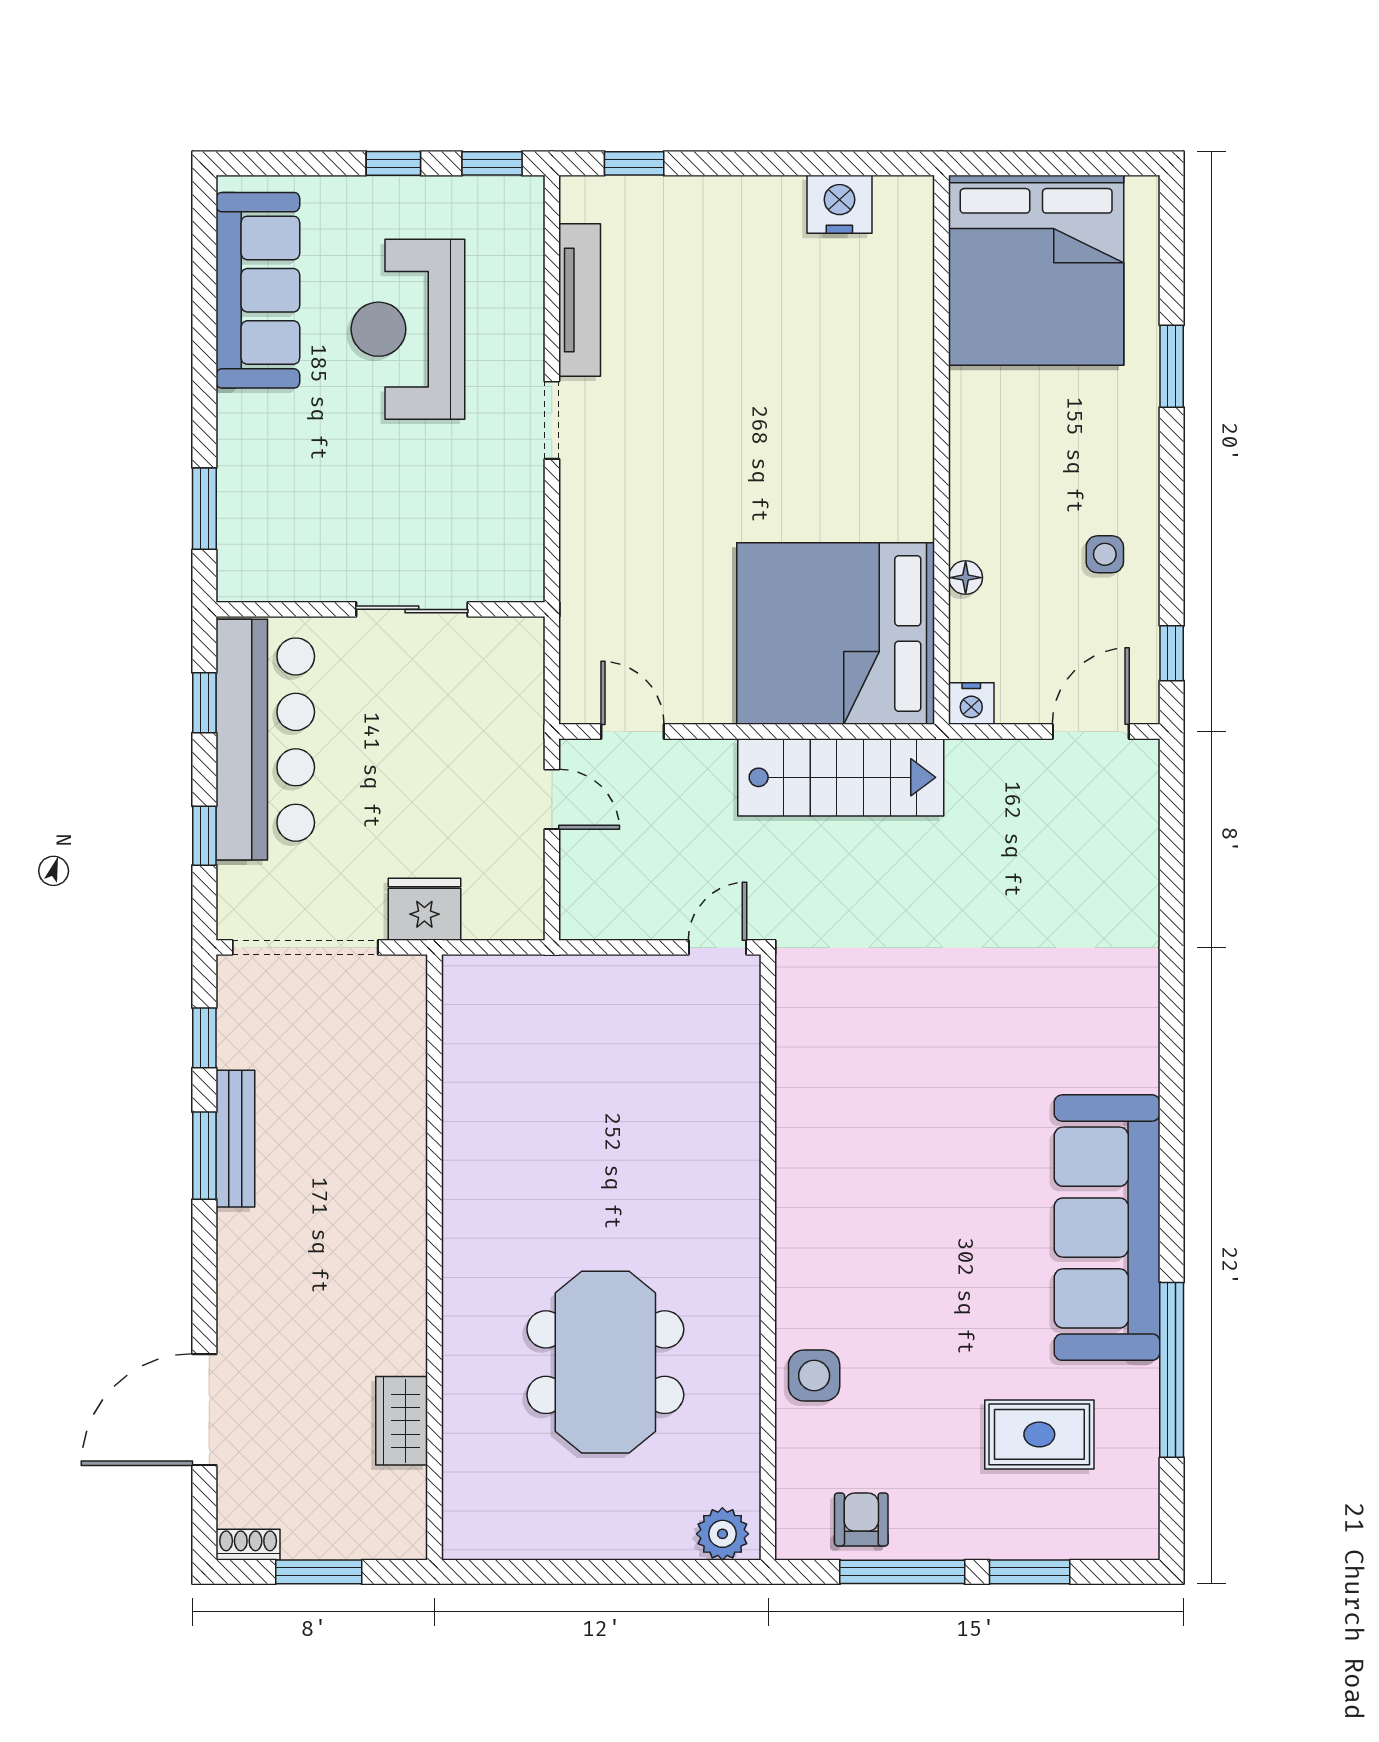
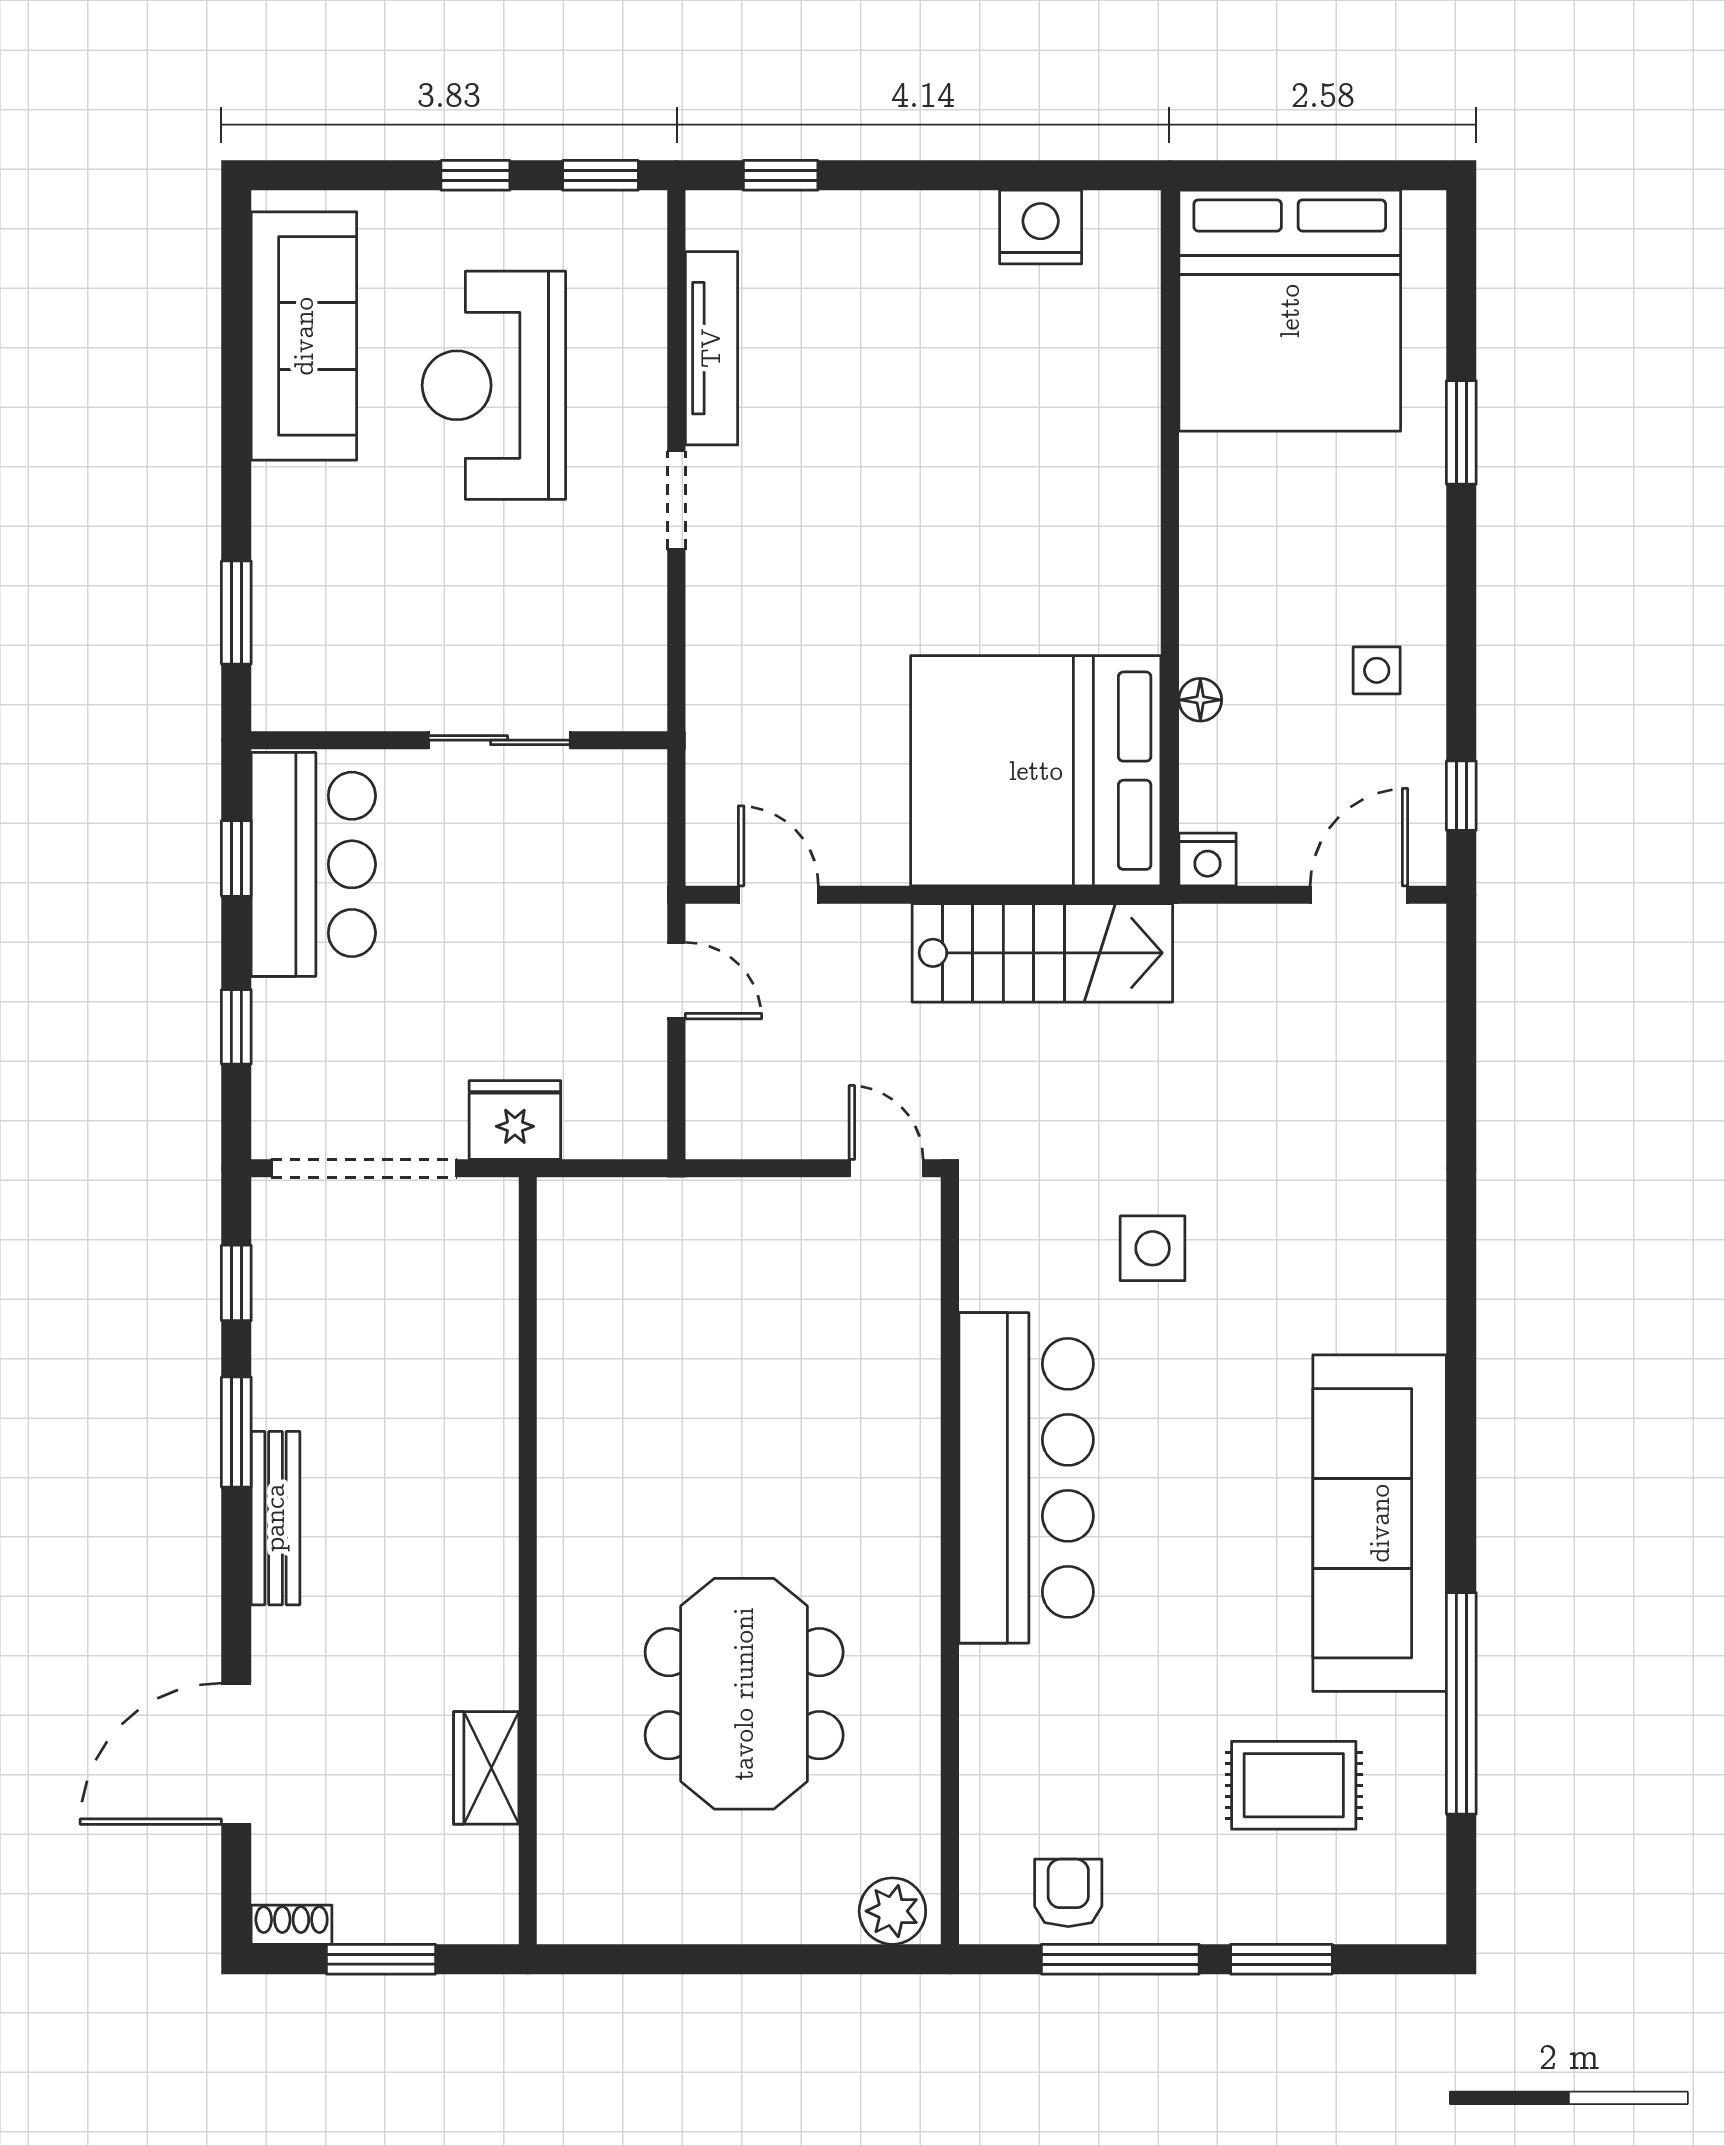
bar counter: (265, 740) -> (313, 864), width x0.73
door: (718, 947) -> (886, 1168), hinge flipped
bench: (235, 1139) -> (275, 1518), moved
bar counter: (828, 1192) -> (1026, 1478), added
side table: (814, 1376) -> (1153, 1248), moved

